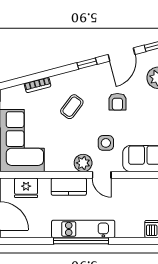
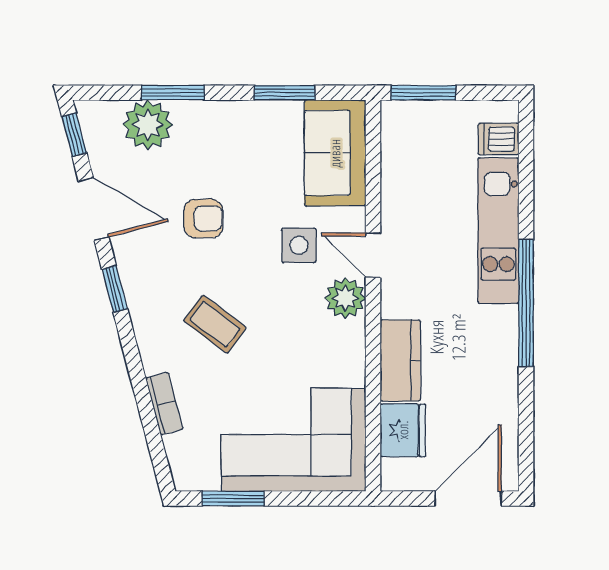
door: (102, 175) -> (373, 255), swing flipped
kitchen counter: (69, 187) -> (400, 360), moved
kitchen unit: (83, 229) -> (498, 231), moved

